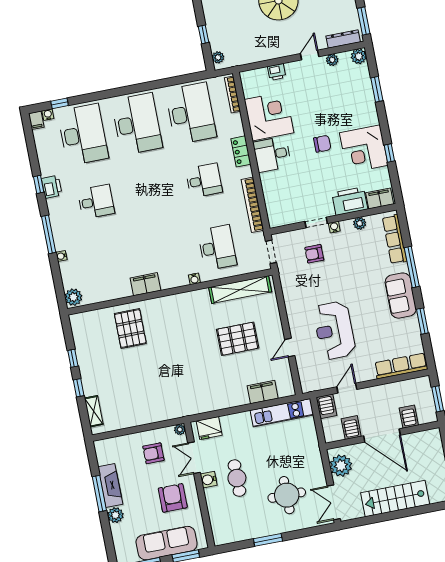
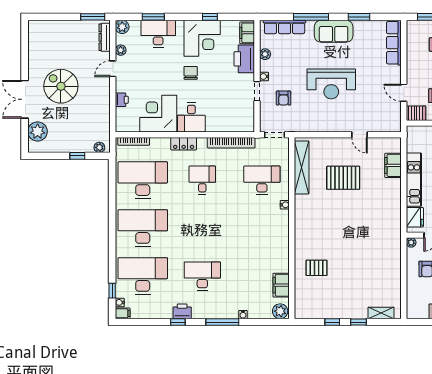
door: (310, 55) -> (113, 69), hinge flipped
desk: (359, 98) -> (158, 34), added
desk: (96, 202) -> (202, 276), width x1.37
filing cabinet: (145, 284) -> (281, 285), moved
pallet: (130, 329) -> (317, 268), width x0.67, depth x0.71
reception desk: (334, 330) -> (331, 84), moved
pallet: (238, 339) -> (343, 178), turned 90
kitchen unit: (282, 413) -> (414, 180), moved

